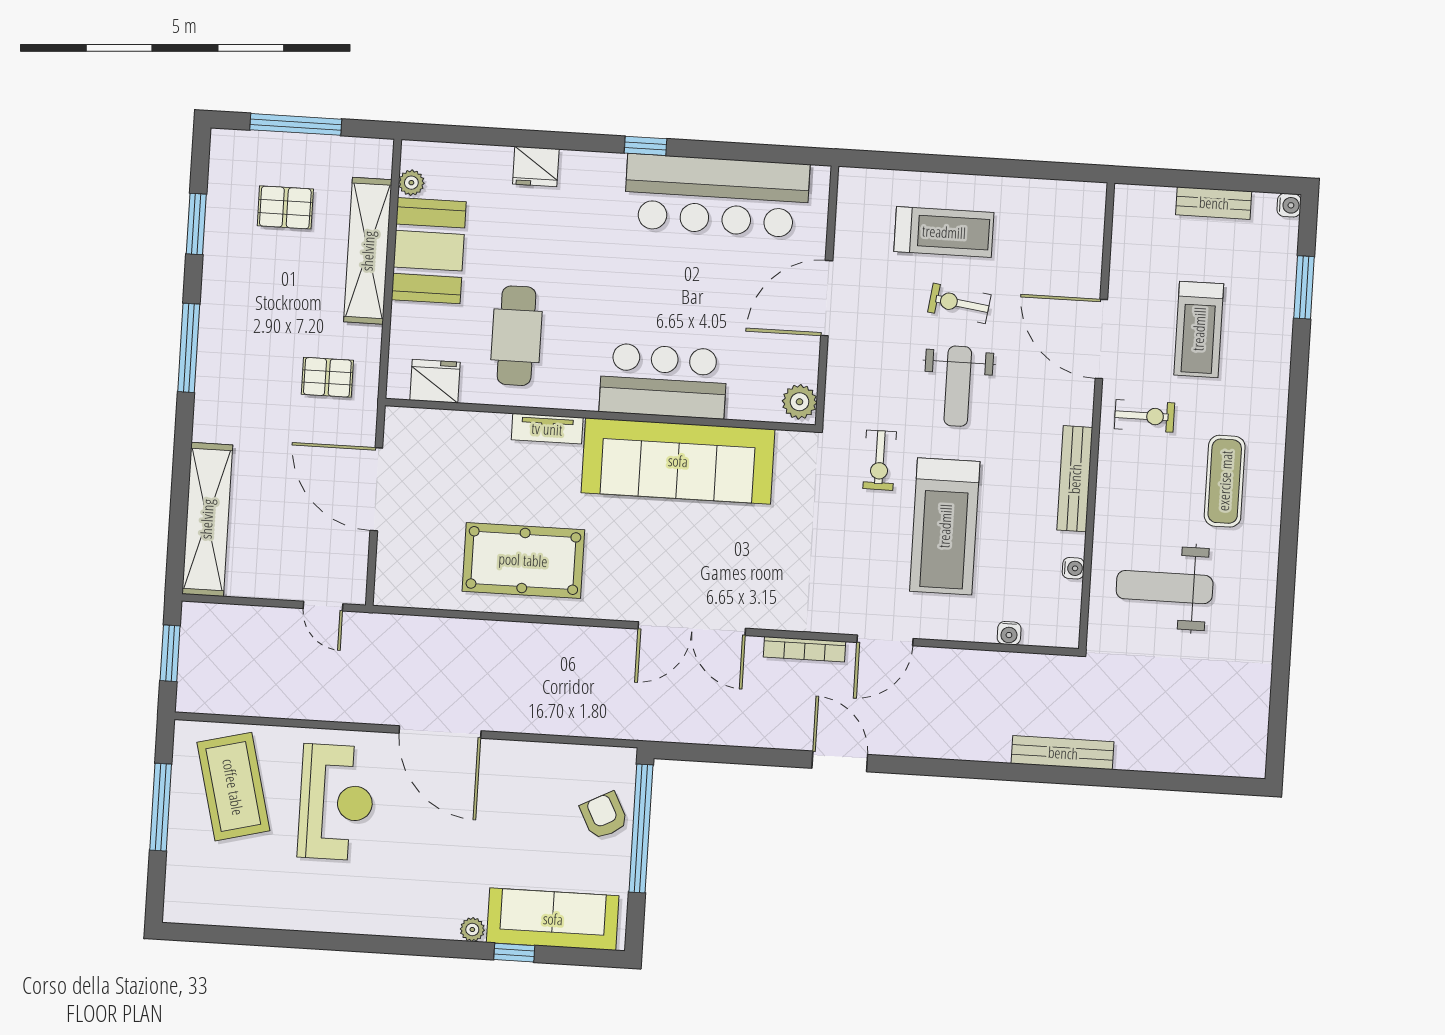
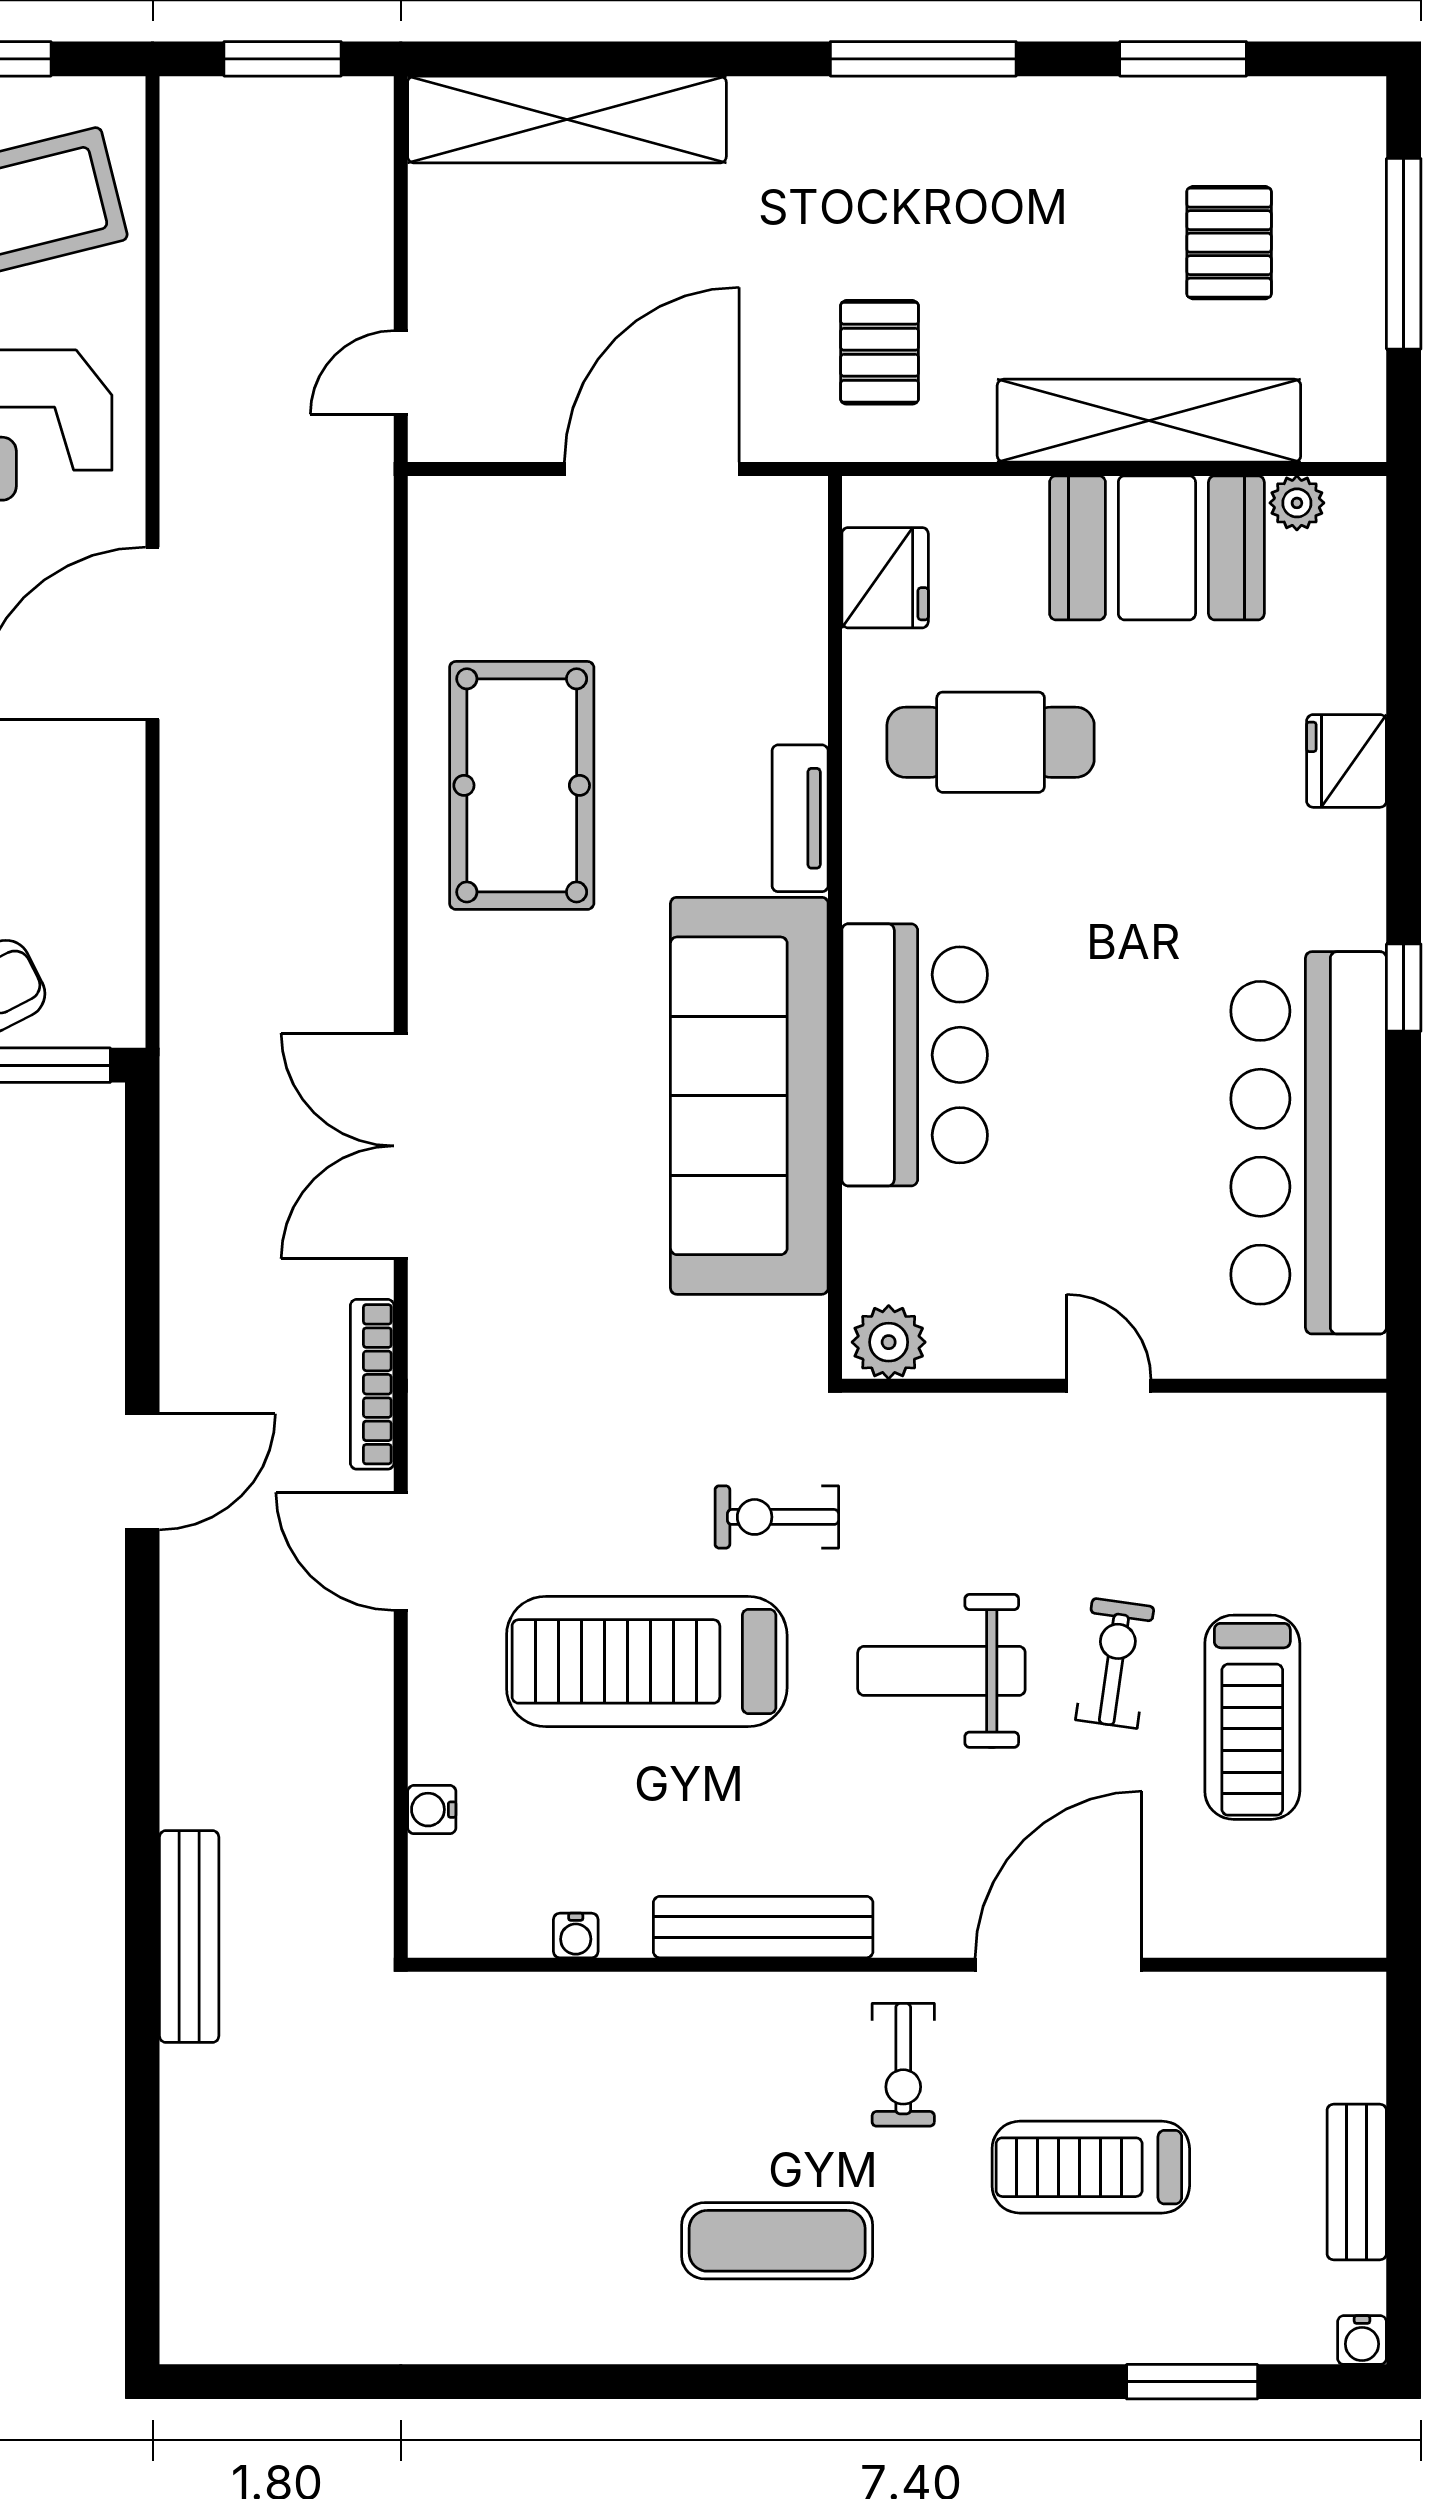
treadmill: (944, 232) -> (1252, 1717), moved
door: (827, 298) -> (1109, 1386), width x0.53
weight bench: (1165, 587) -> (548, 2129), removed

